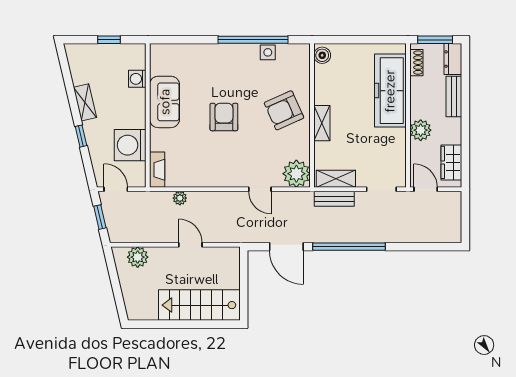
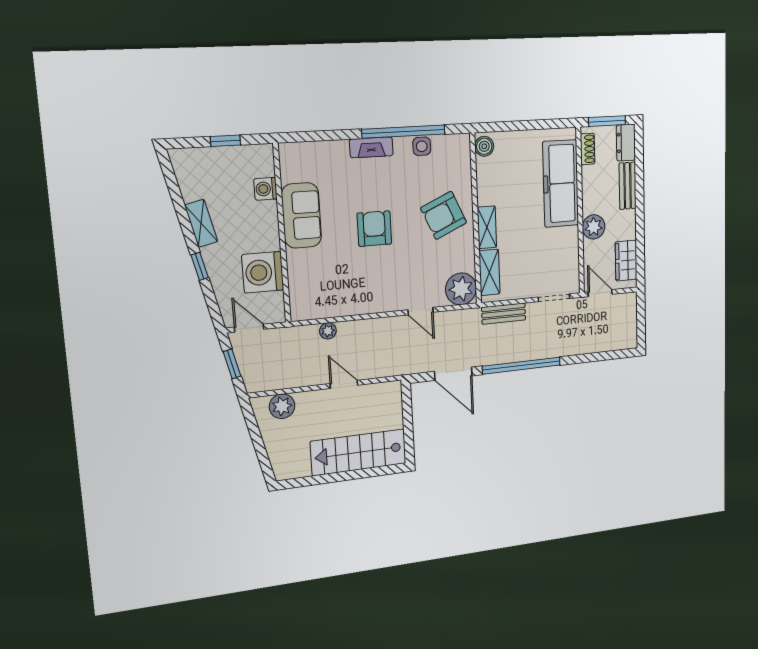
fireplace: (157, 170) -> (371, 147), moved, turned 90
shelving: (336, 179) -> (489, 272), moved, turned 90

